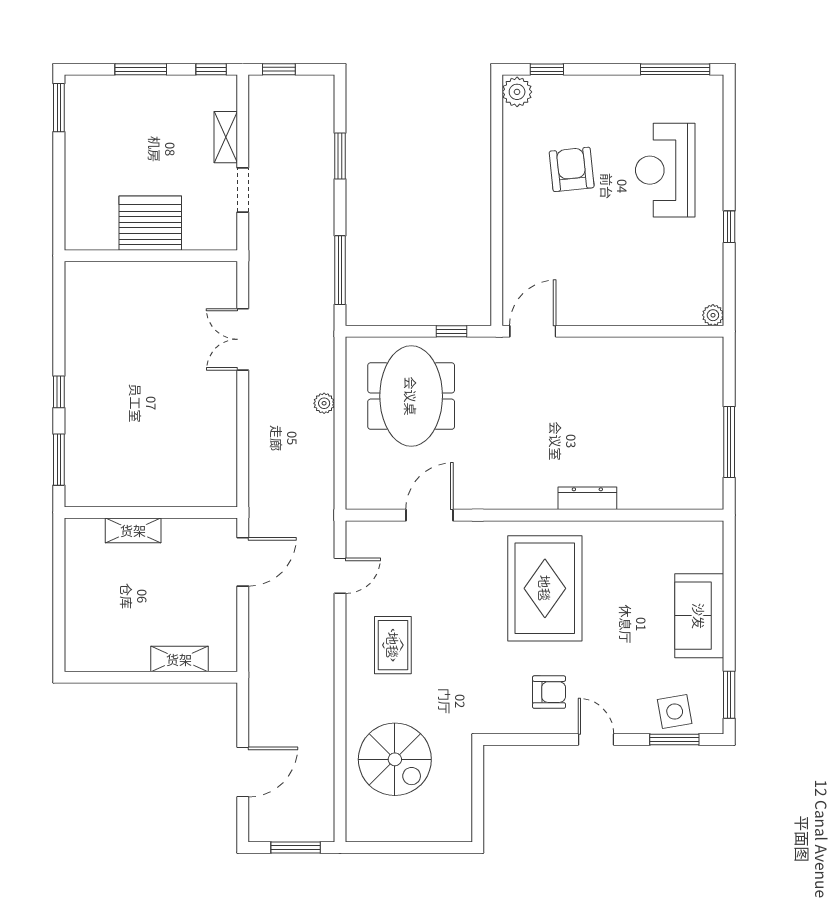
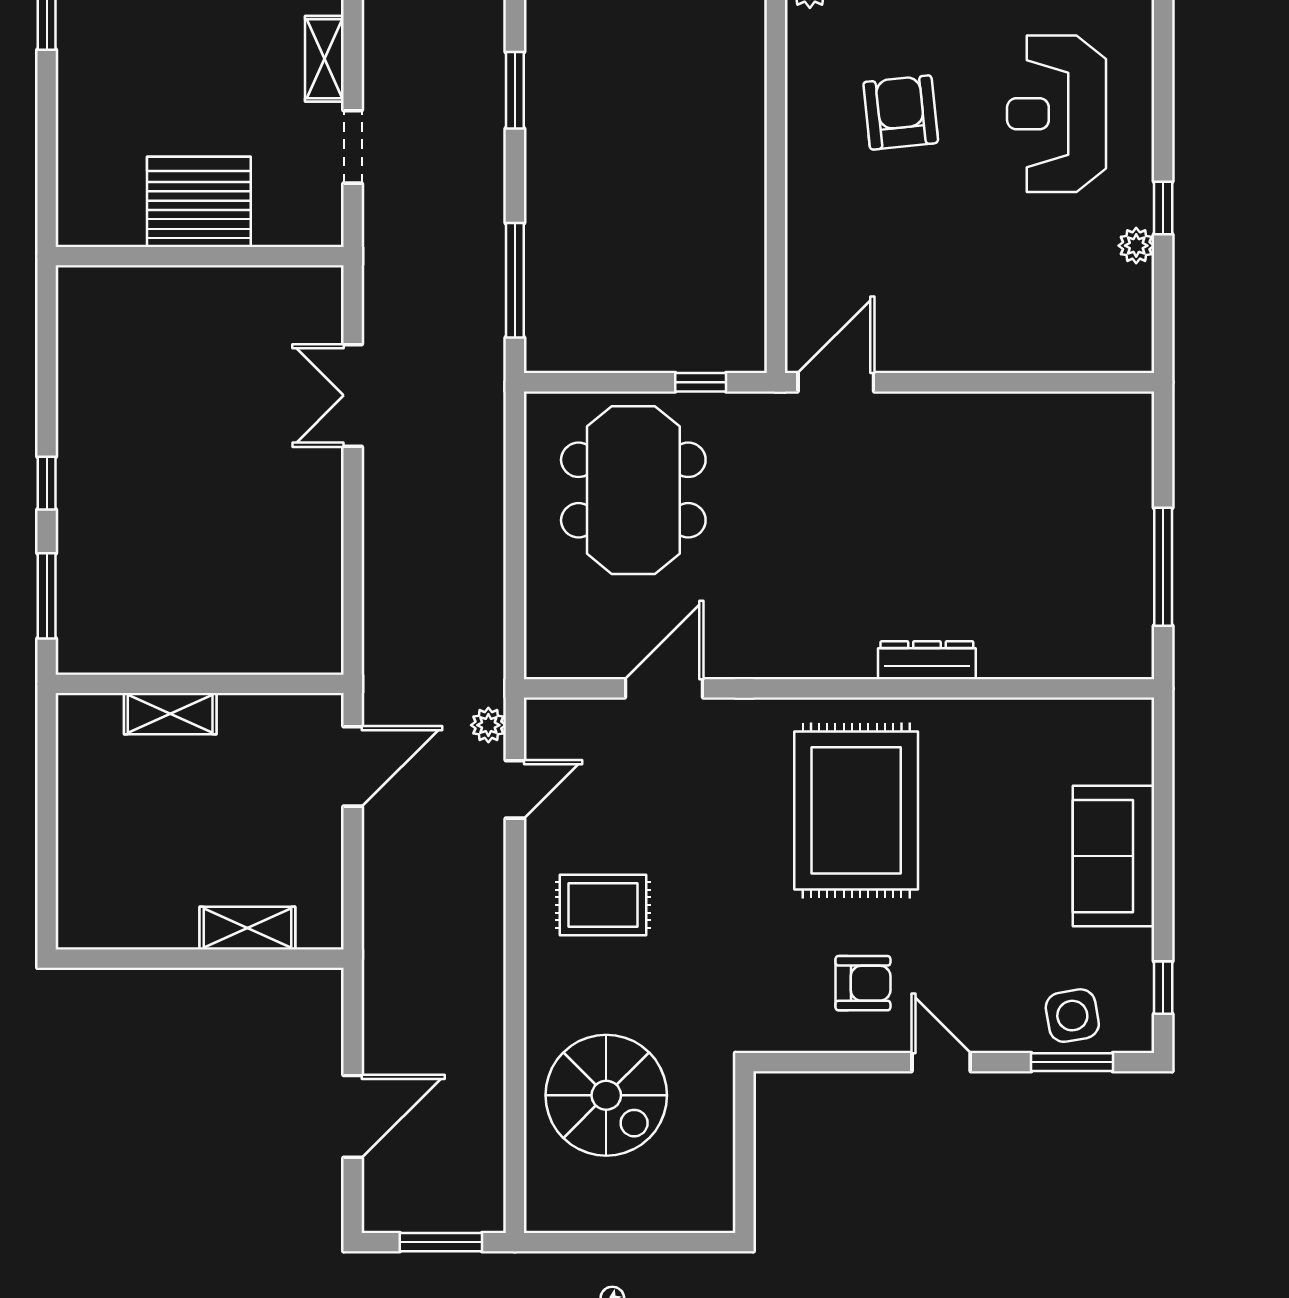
plant: (713, 315) -> (1136, 246), moved
plant: (324, 403) -> (488, 725), moved
rug: (393, 645) -> (603, 905), turned 90
window: (729, 695) -> (1163, 988), width x0.67

